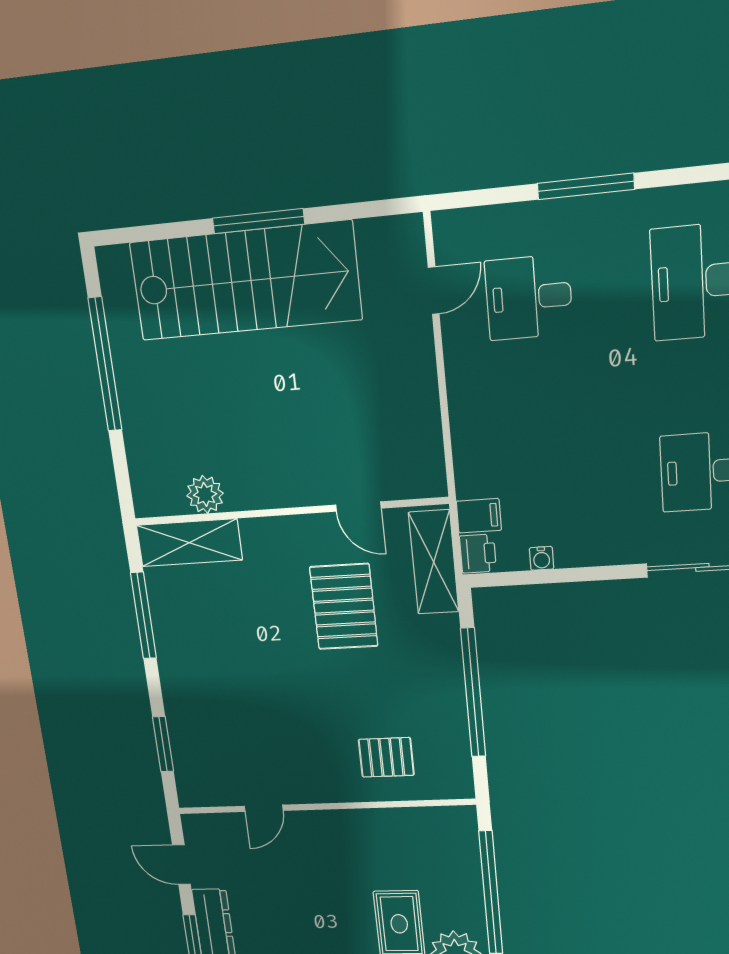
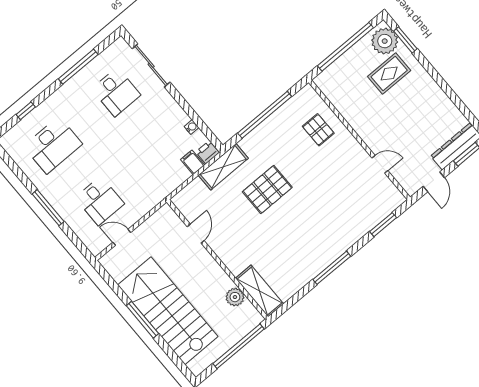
plant: (205, 494) -> (235, 297), moved
door: (358, 507) -> (196, 234), moved
wall: (289, 511) -> (217, 259), moved
shelving: (189, 543) -> (259, 291), moved

